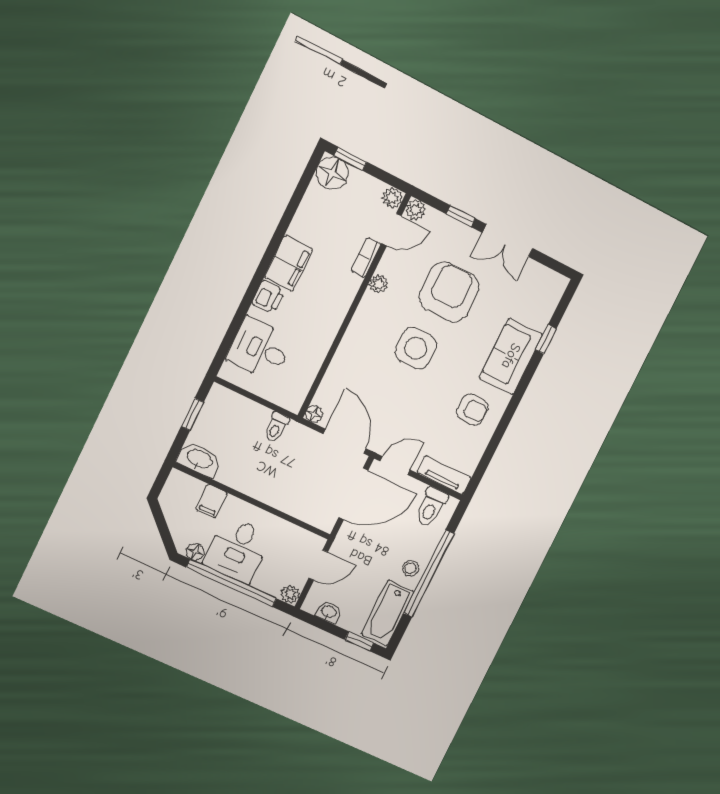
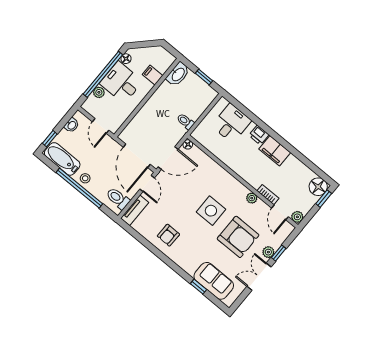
plant: (416, 210) -> (268, 252), moved
sofa: (511, 356) -> (214, 281), moved
plant: (290, 594) -> (99, 92), moved

